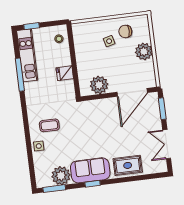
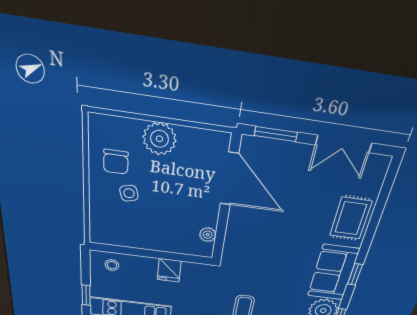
plant: (99, 85) -> (208, 235), width x0.53, depth x0.53

